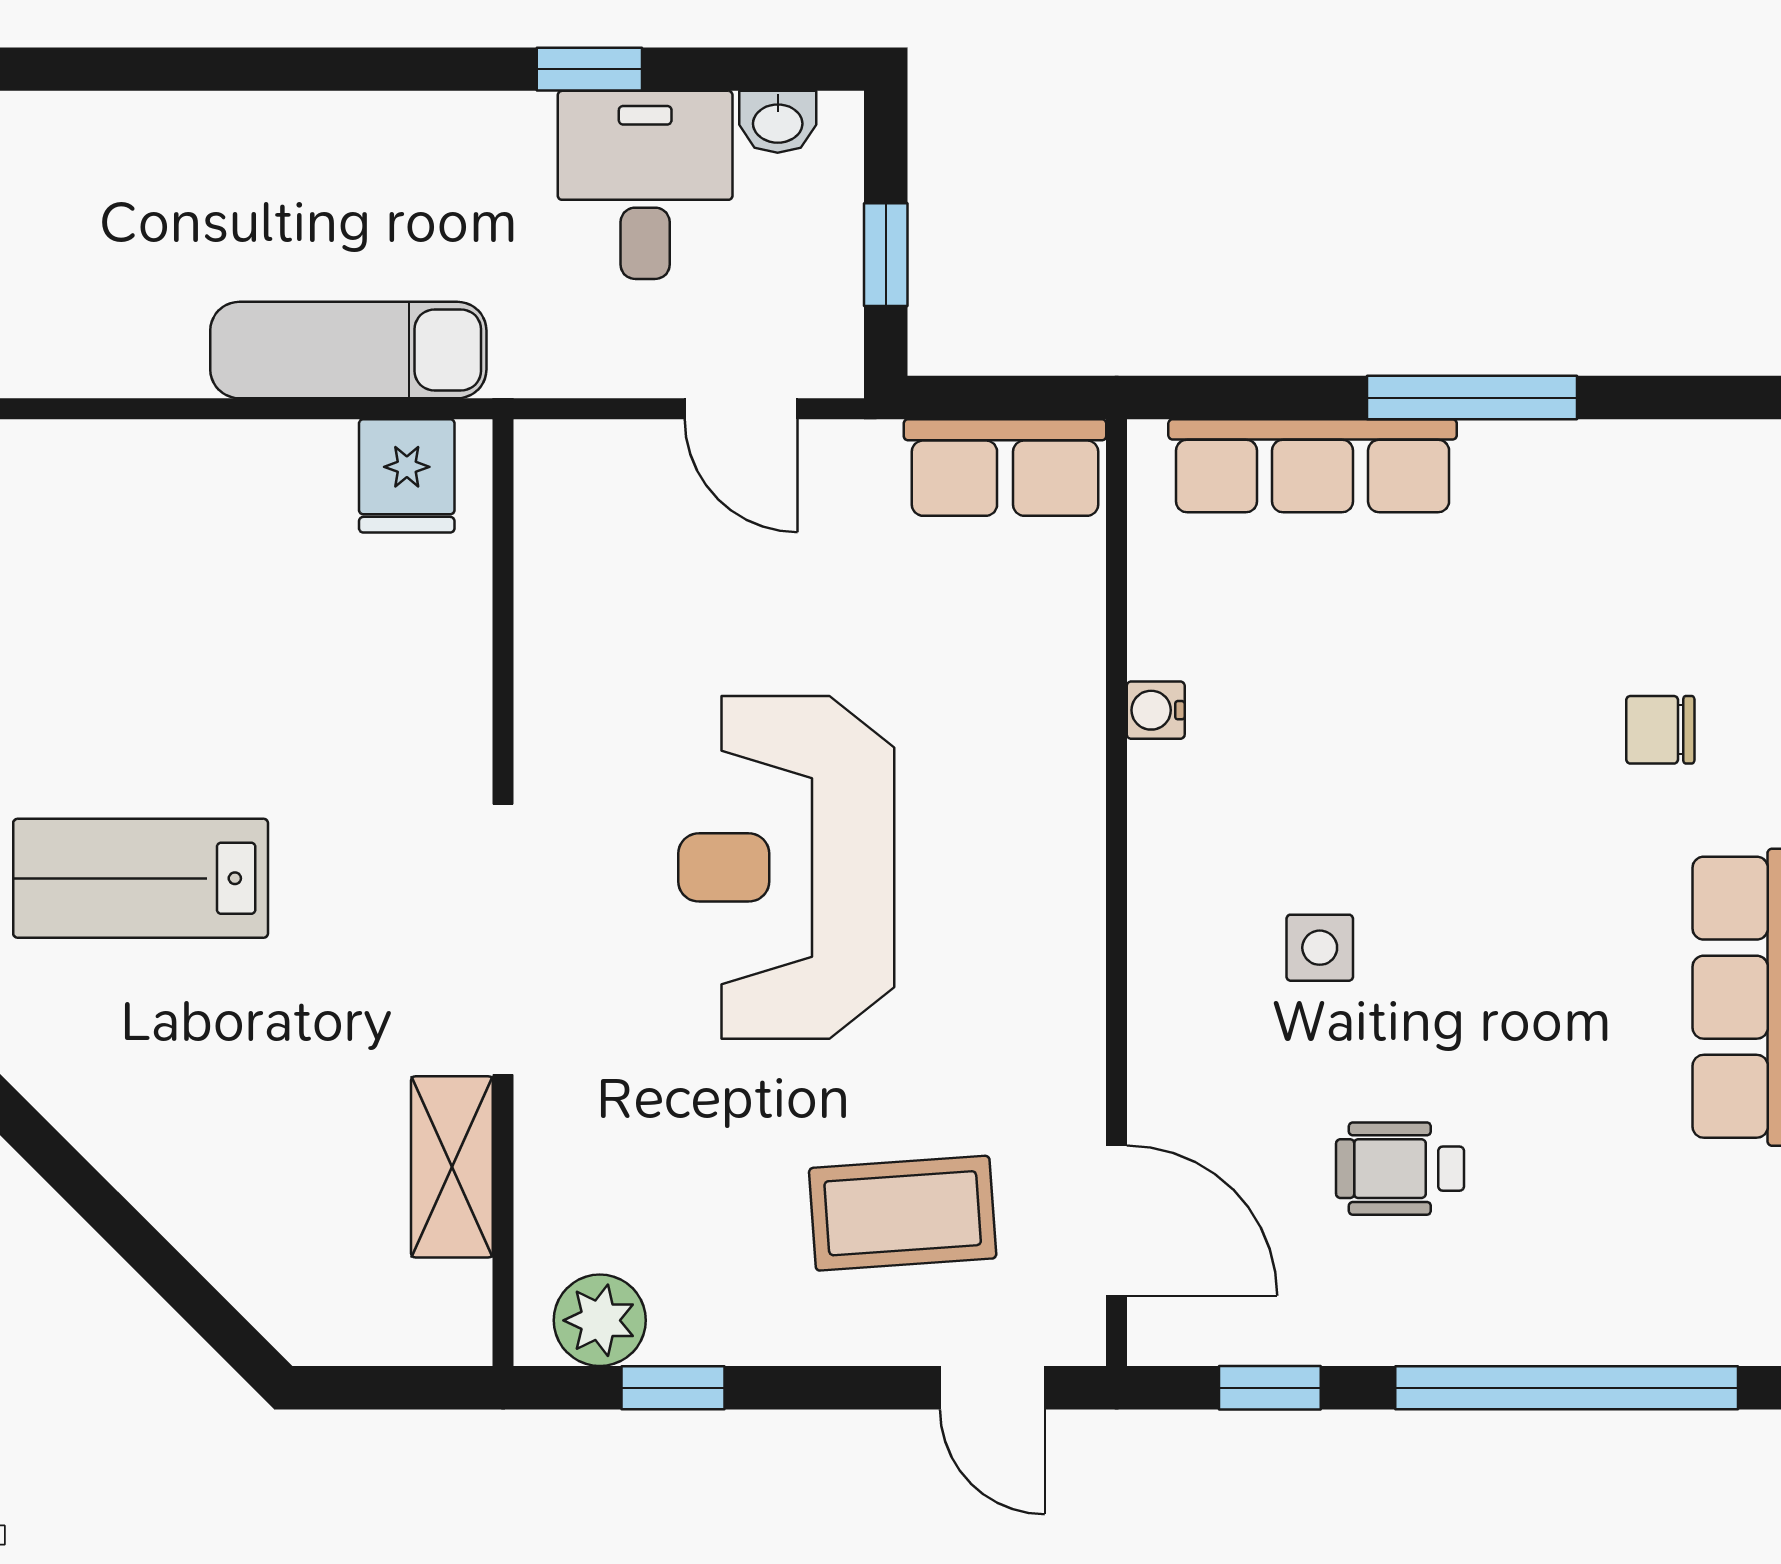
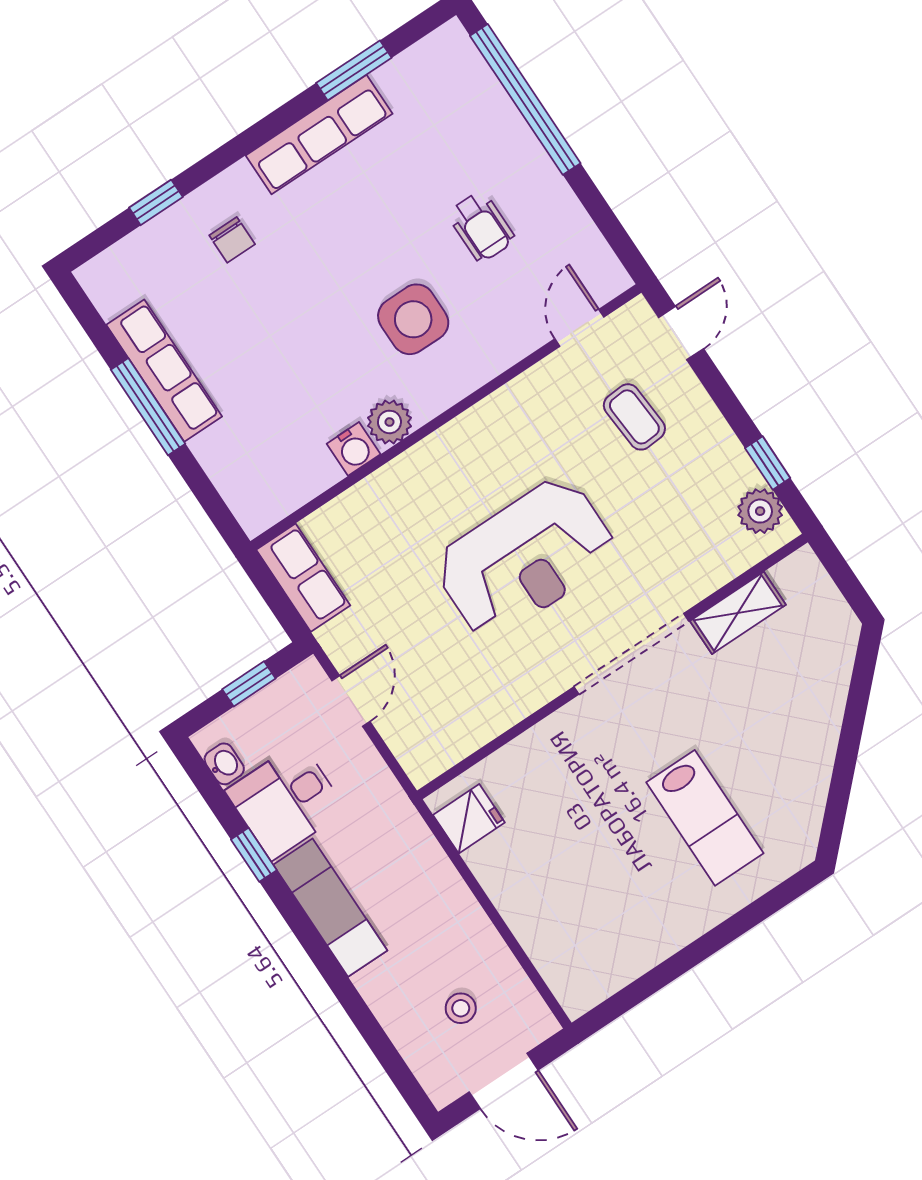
stool: (94, 247) -> (461, 1008), added
exam couch: (348, 350) -> (330, 908), moved, turned 180
row of seats: (1313, 466) -> (164, 371), moved
water cooler: (1156, 710) -> (354, 449), width x1.38, depth x1.38
plant: (1172, 791) -> (389, 422), added
side table: (1320, 948) -> (413, 319), width x1.87, depth x1.87
coffee table: (903, 1213) -> (634, 417), width x0.73, depth x0.77
door: (1117, 1221) -> (579, 328), width x0.73
window: (1270, 1388) -> (606, 220), removed

